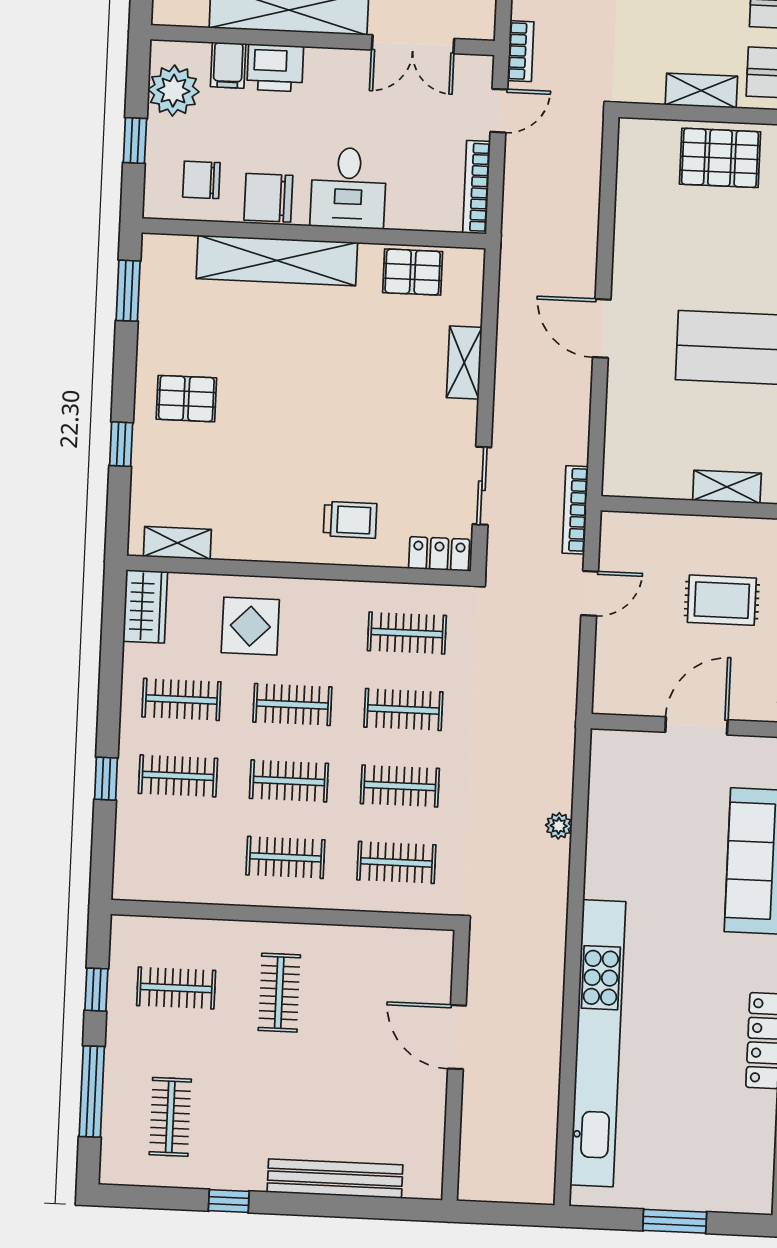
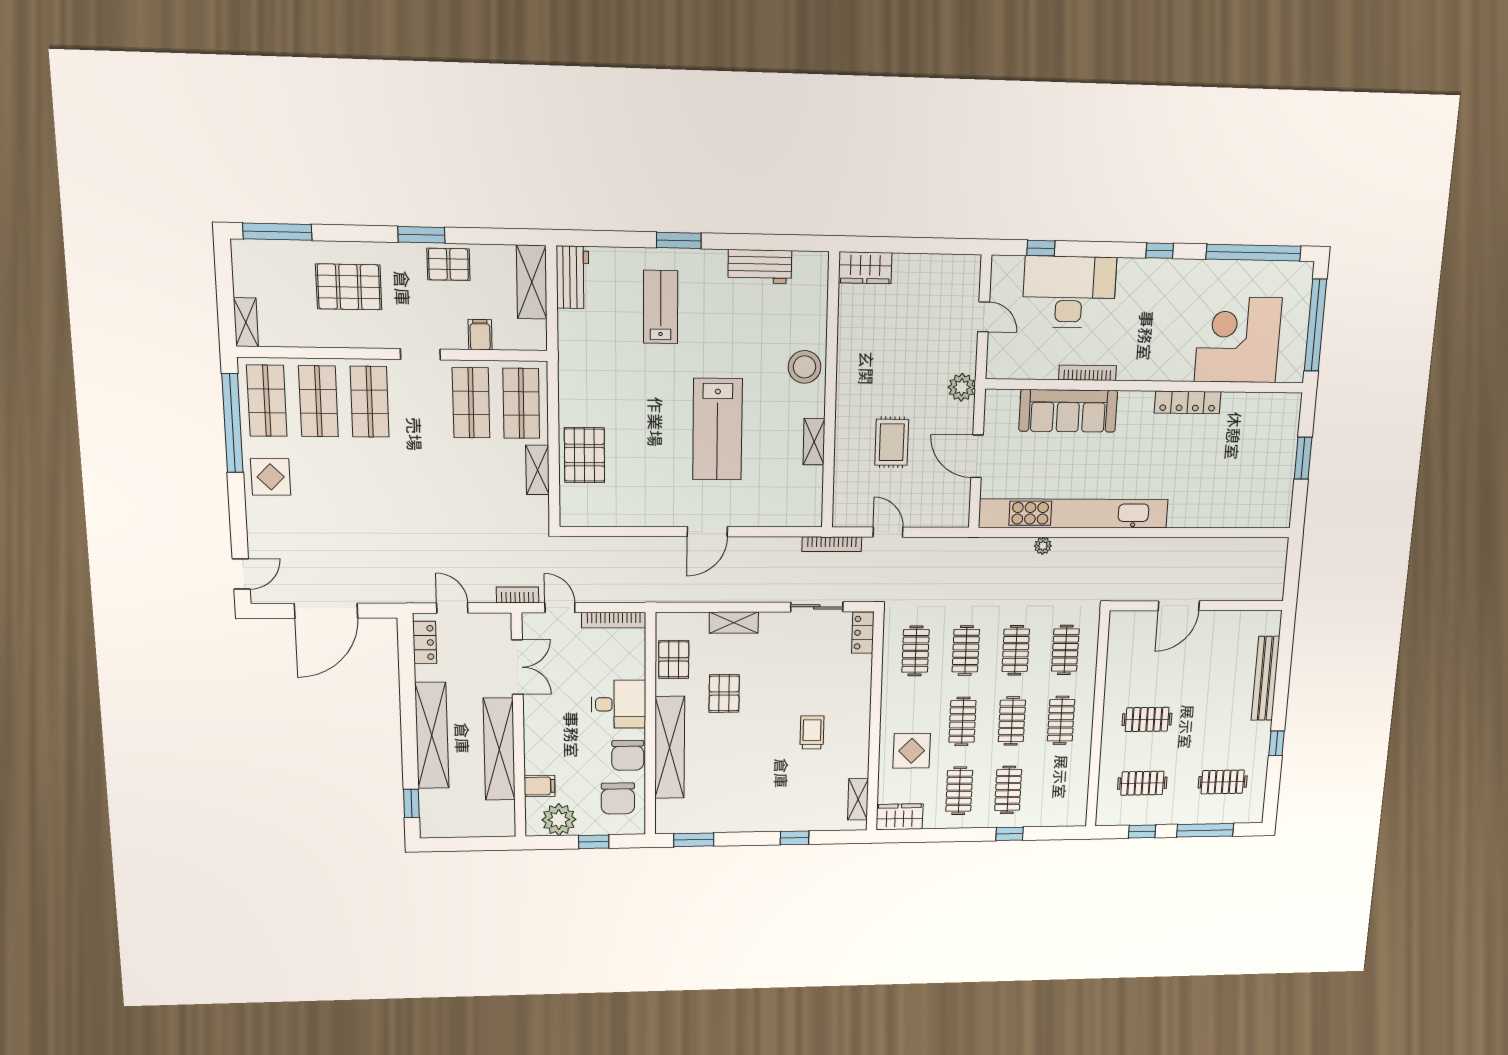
printer: (275, 68) -> (539, 756), removed
chair: (201, 180) -> (618, 798), width x1.37, depth x1.37
pallet: (186, 399) -> (724, 693), moved
trolley: (350, 520) -> (812, 732), moved
clothes rail: (176, 988) -> (1142, 783), turned 90
kitchen unit: (598, 1043) -> (1074, 513), moved

